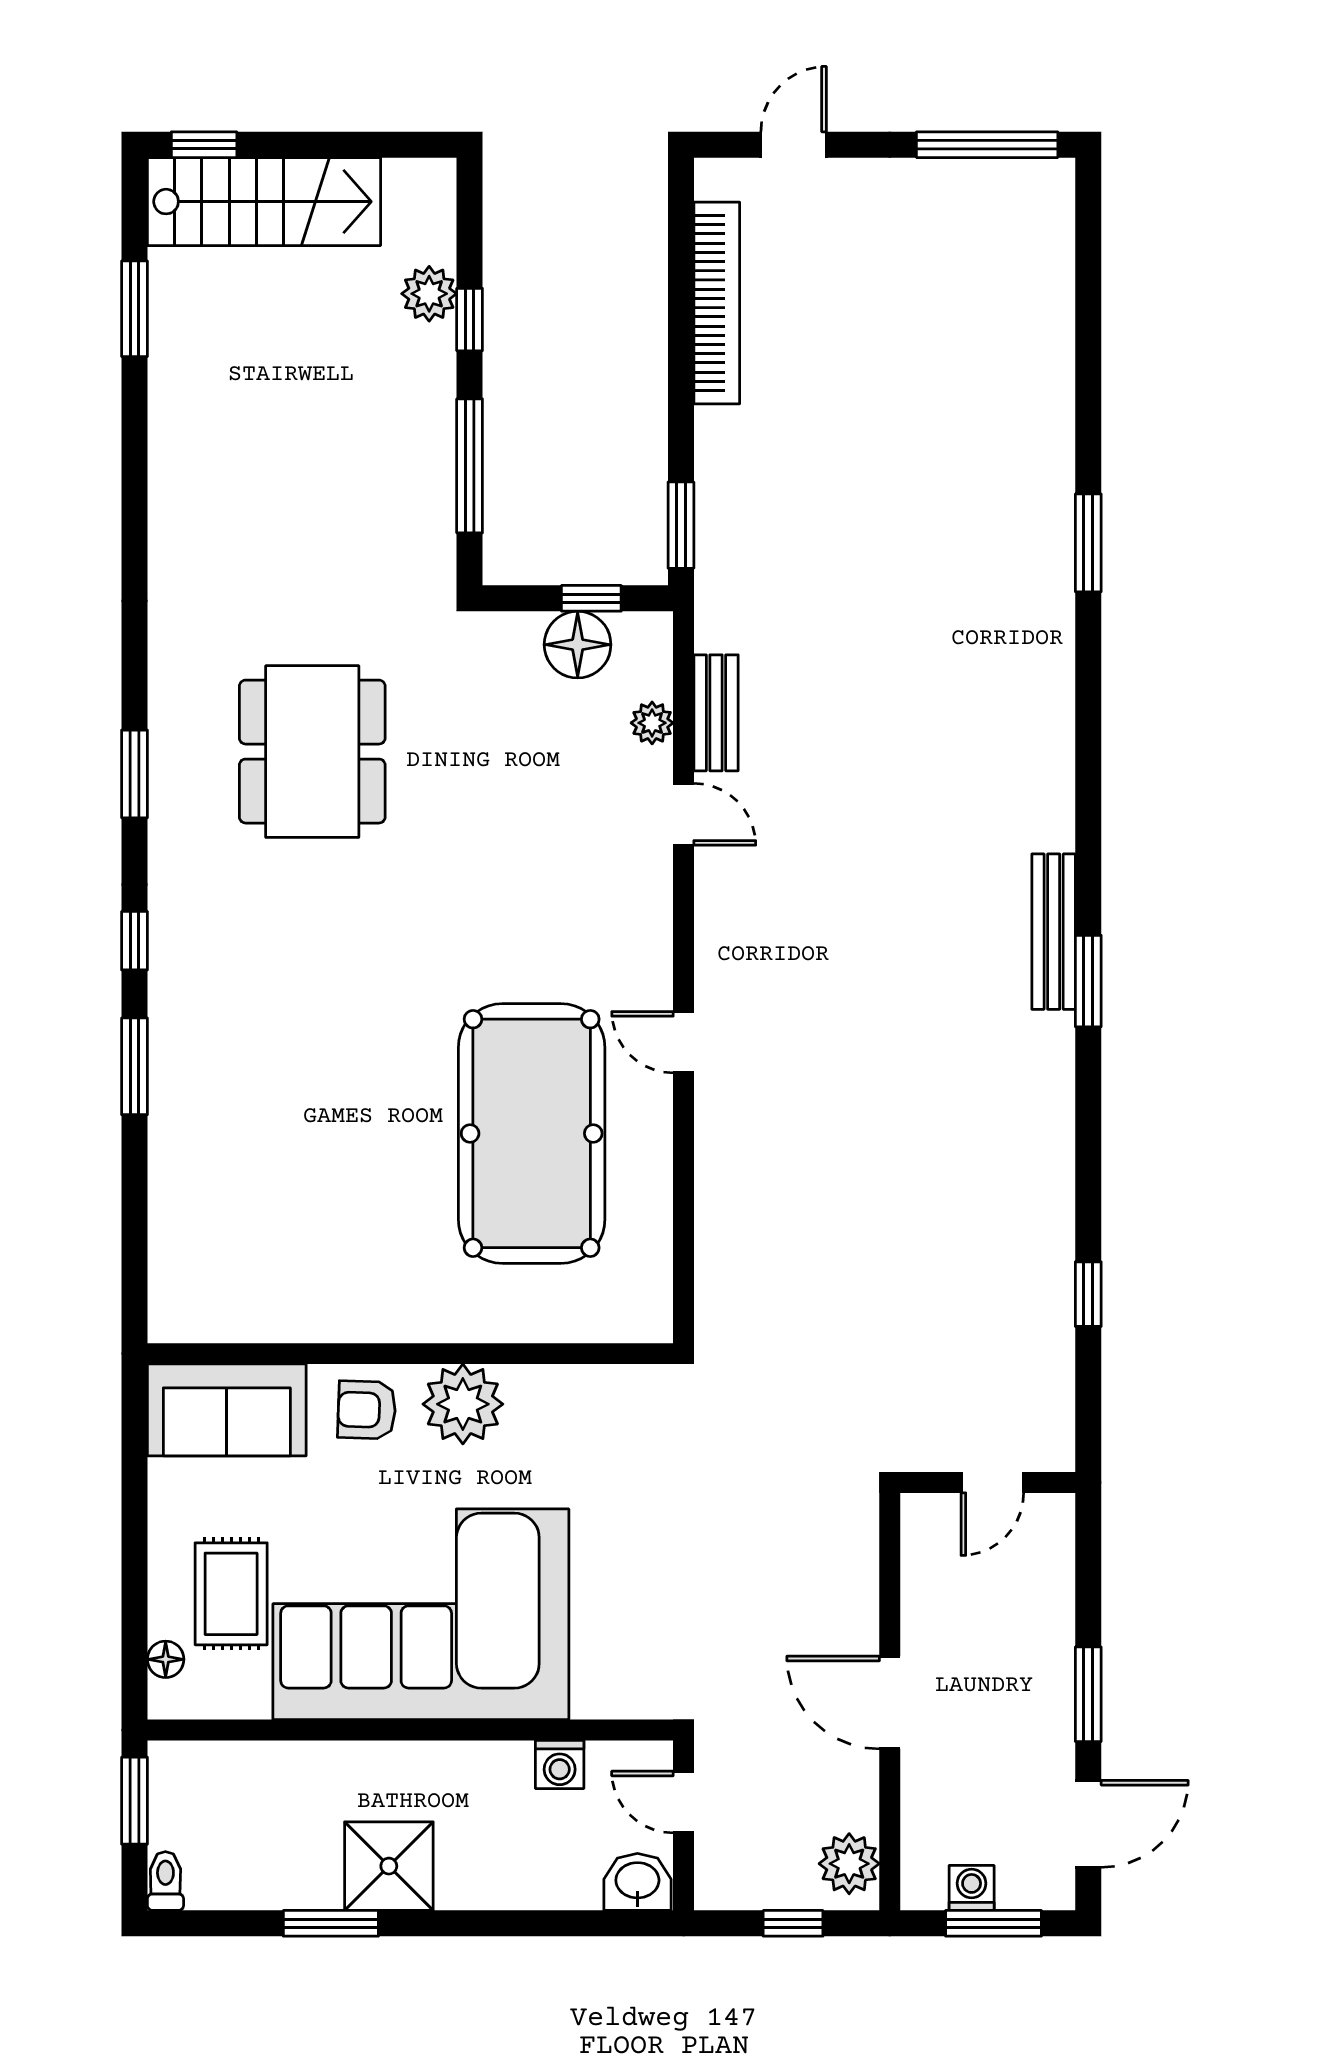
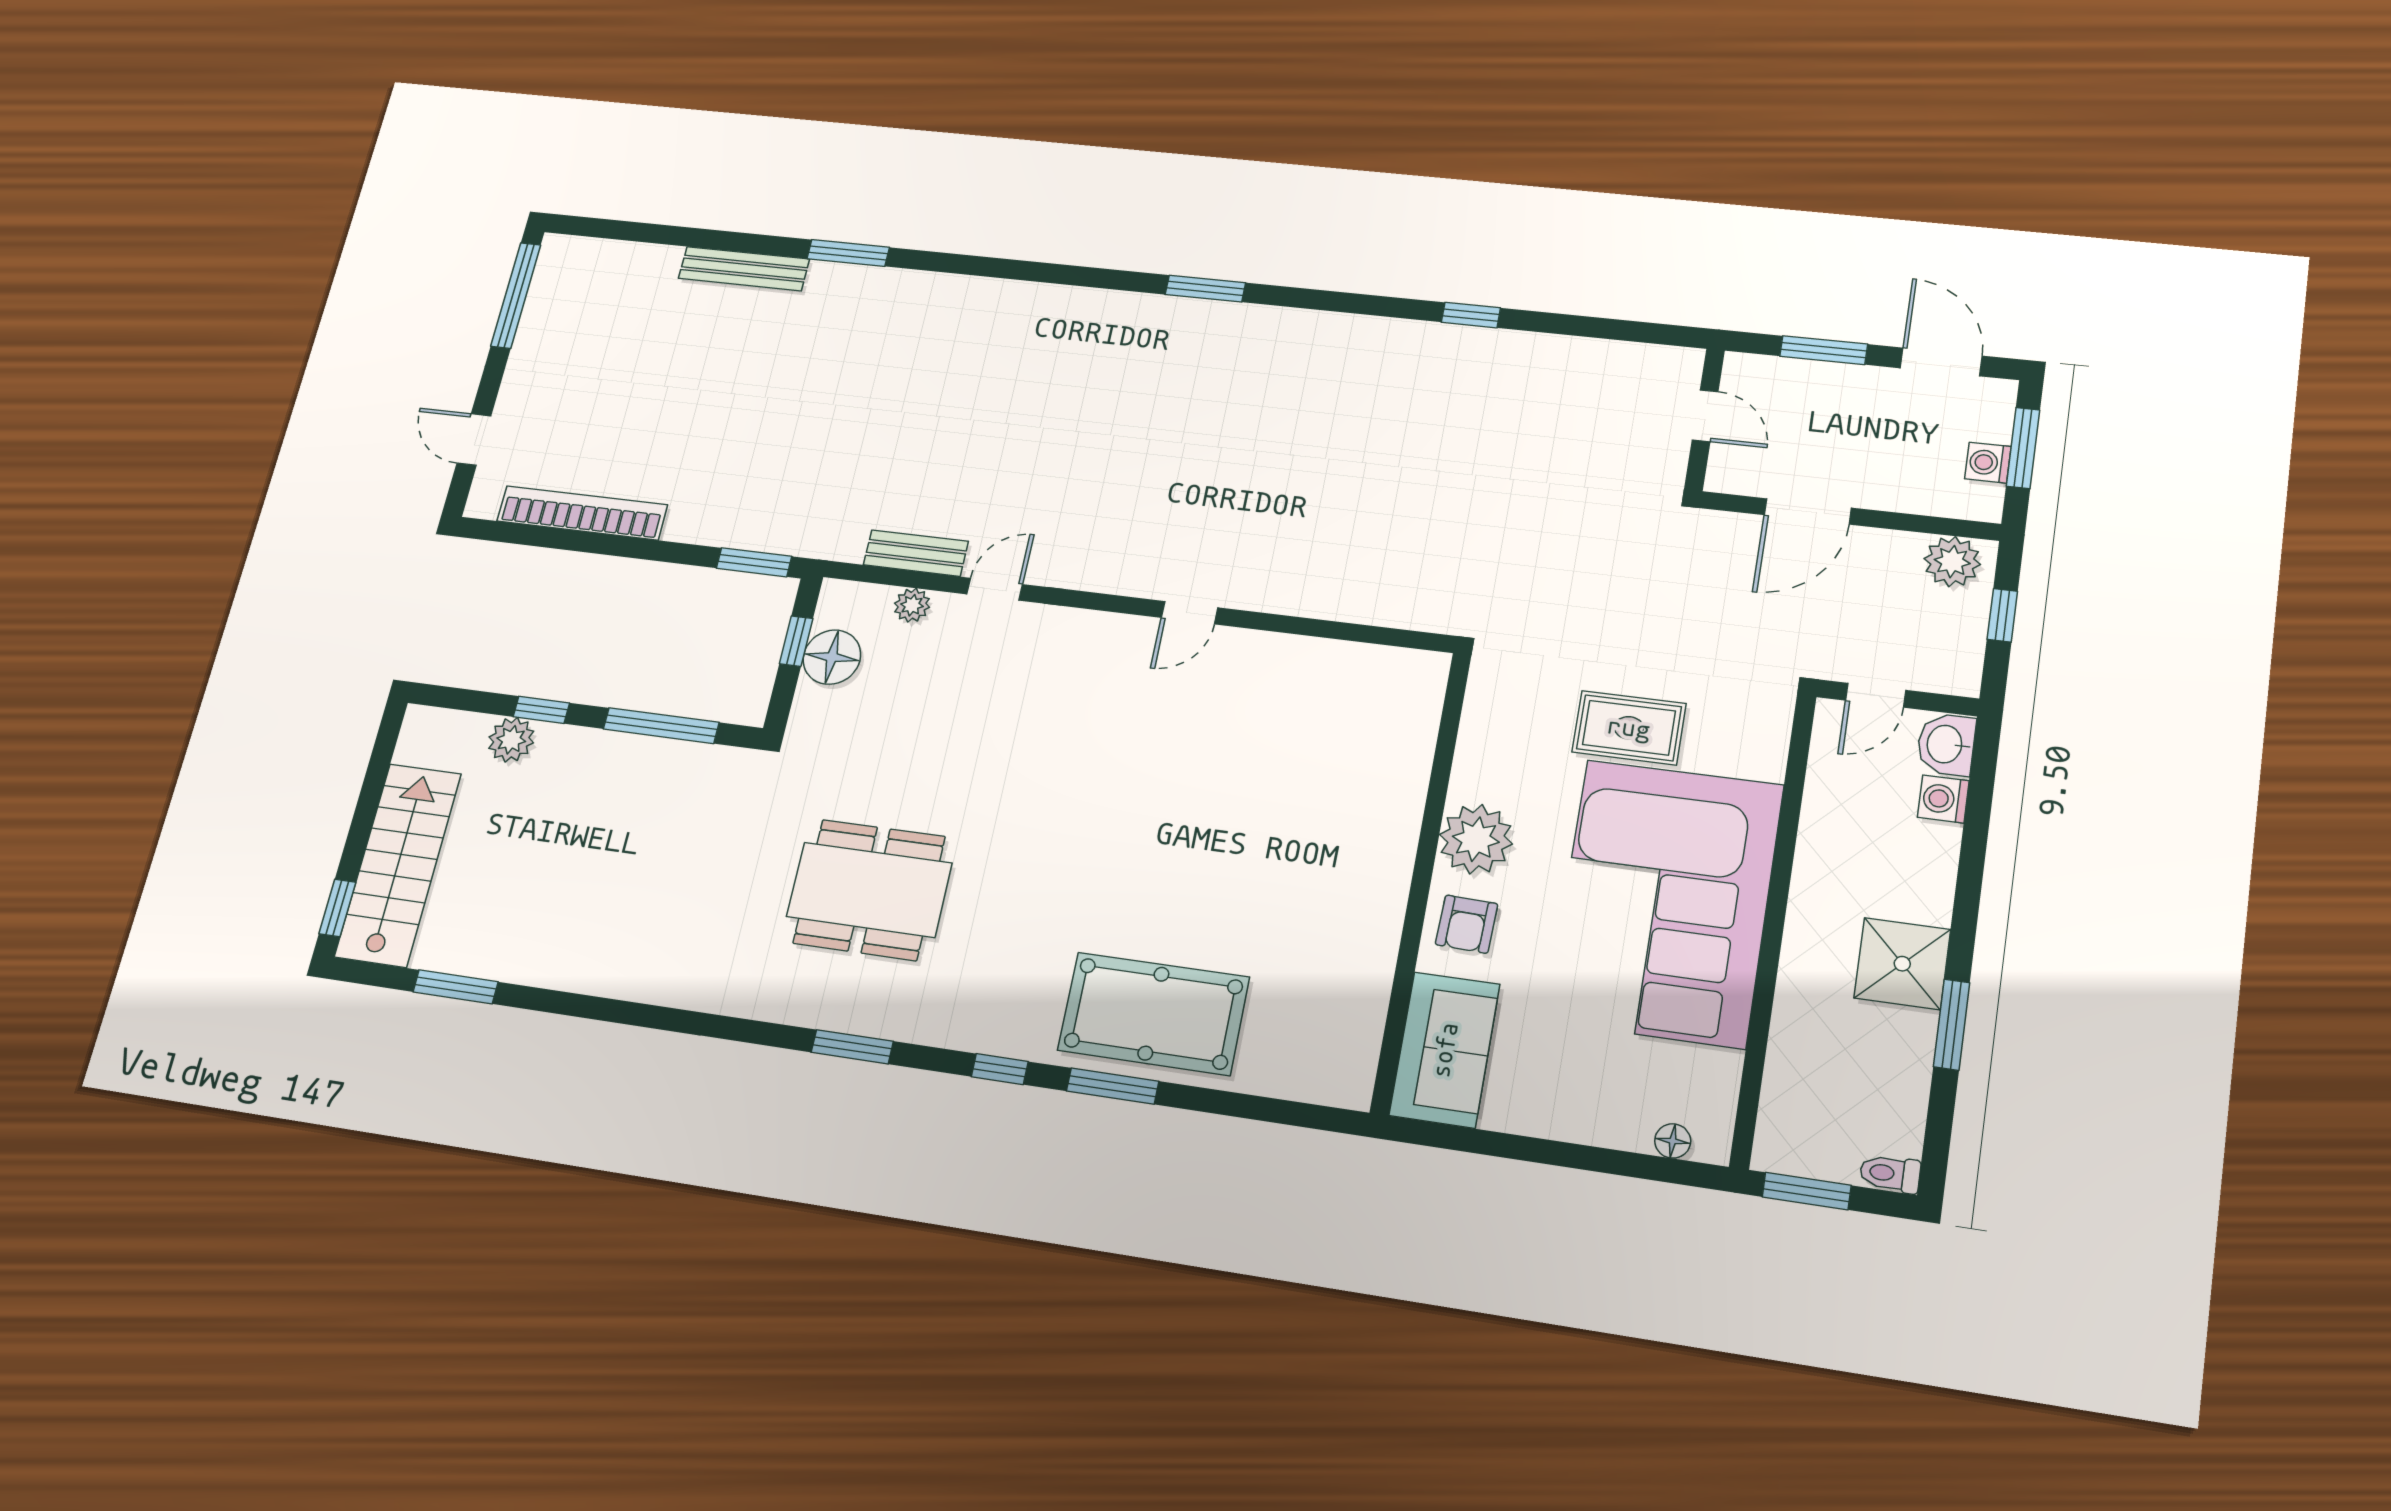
bench: (1054, 932) -> (744, 269), moved
pool table: (532, 1133) -> (1153, 1014), moved, width x0.73, depth x0.76
wall: (988, 1483) -> (1704, 419), moved
door: (992, 1483) -> (1705, 416), moved
rug: (231, 1594) -> (1629, 728), moved
washing machine: (560, 1764) -> (1943, 799), moved, turned 180

